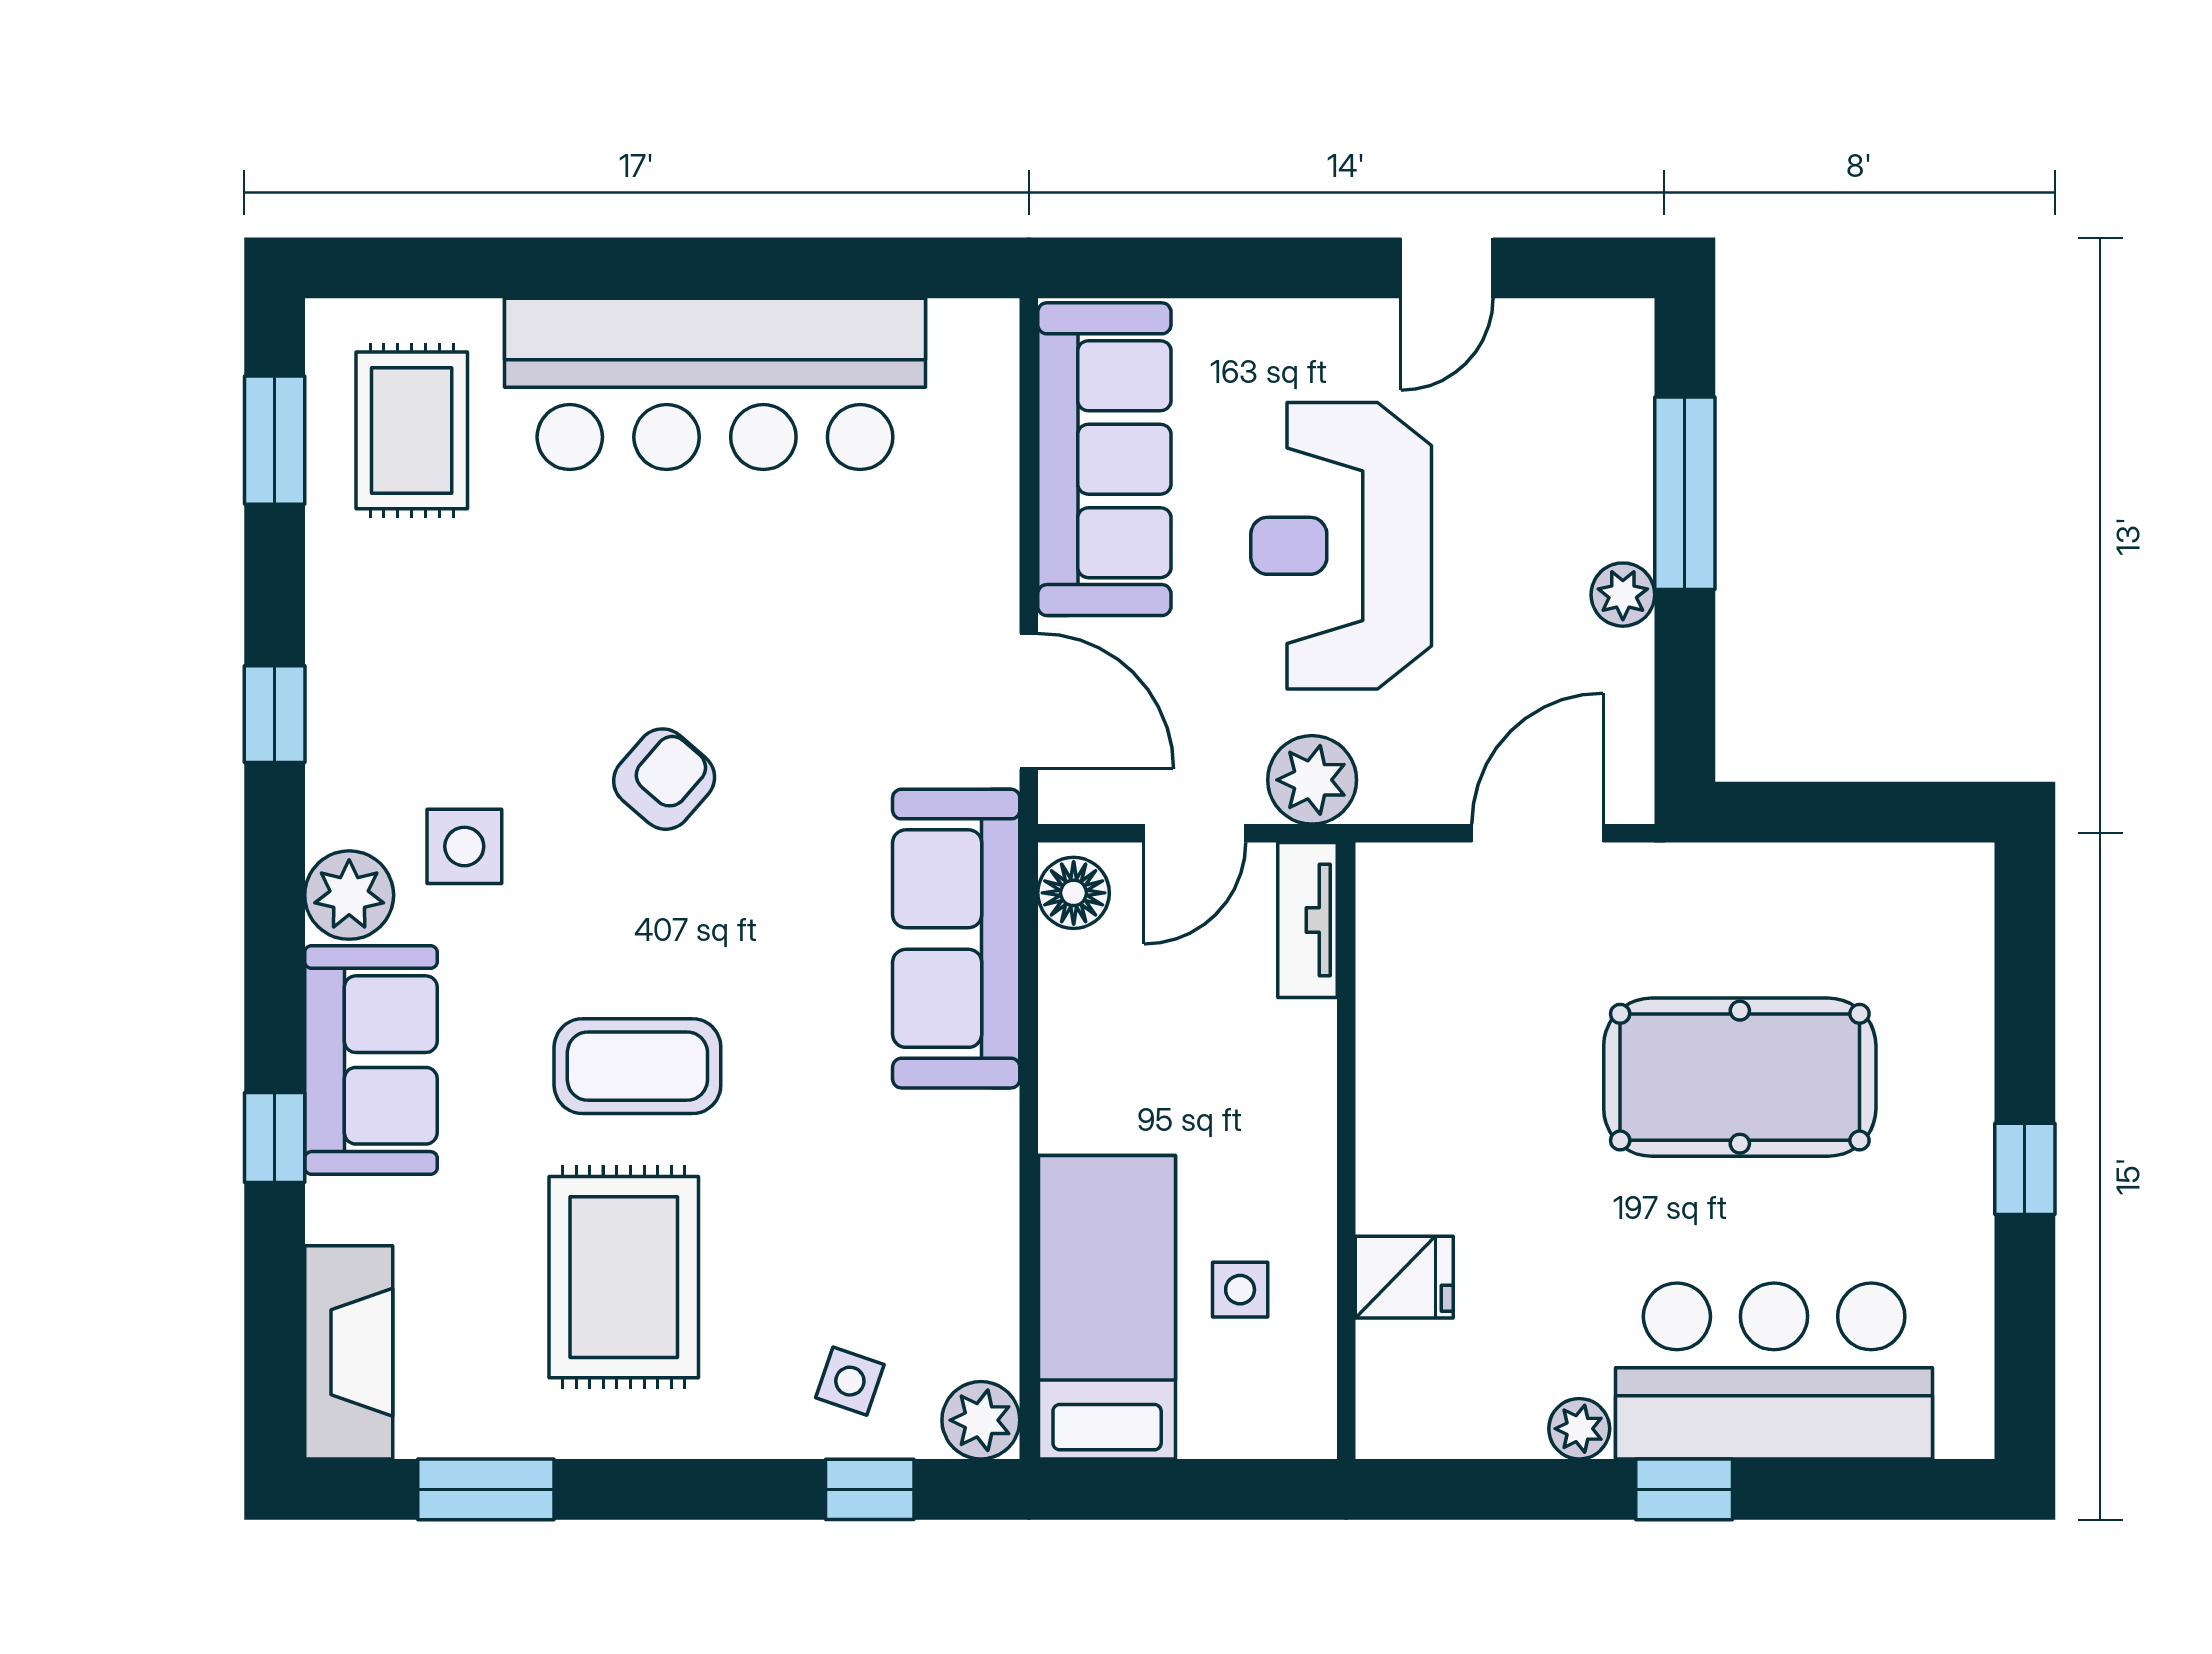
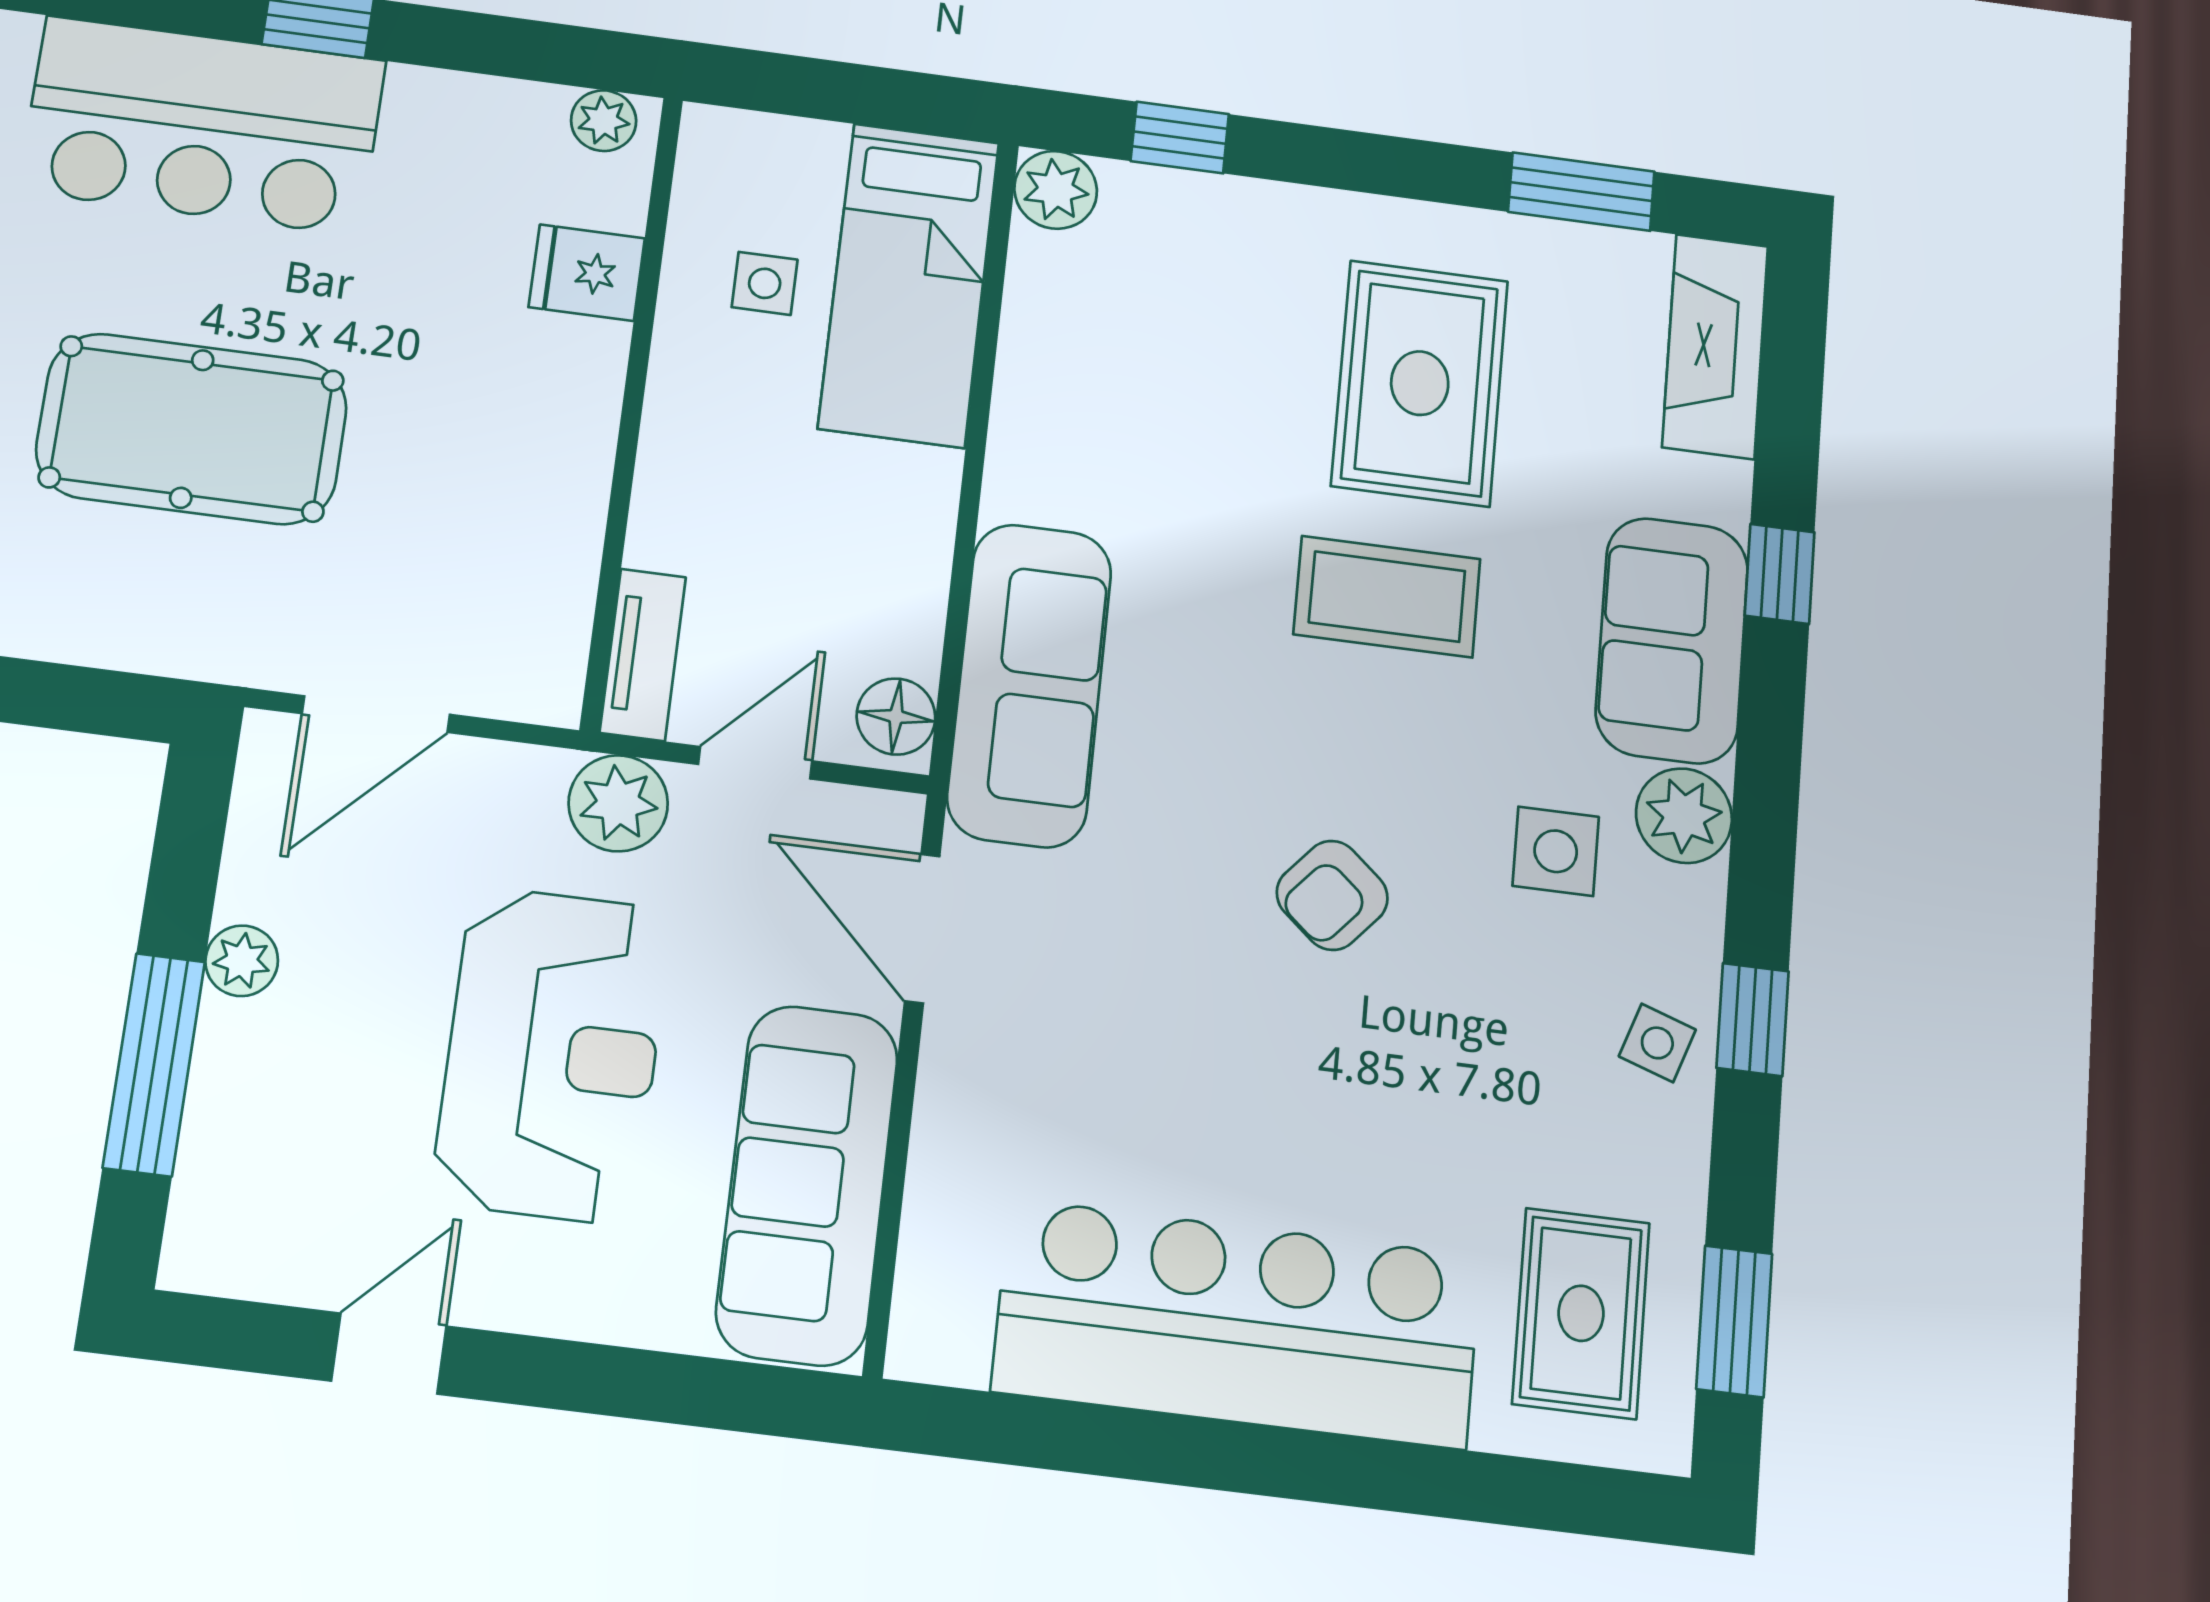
side table: (850, 1381) -> (1657, 1043), moved
plant: (1579, 1429) -> (604, 121), moved

